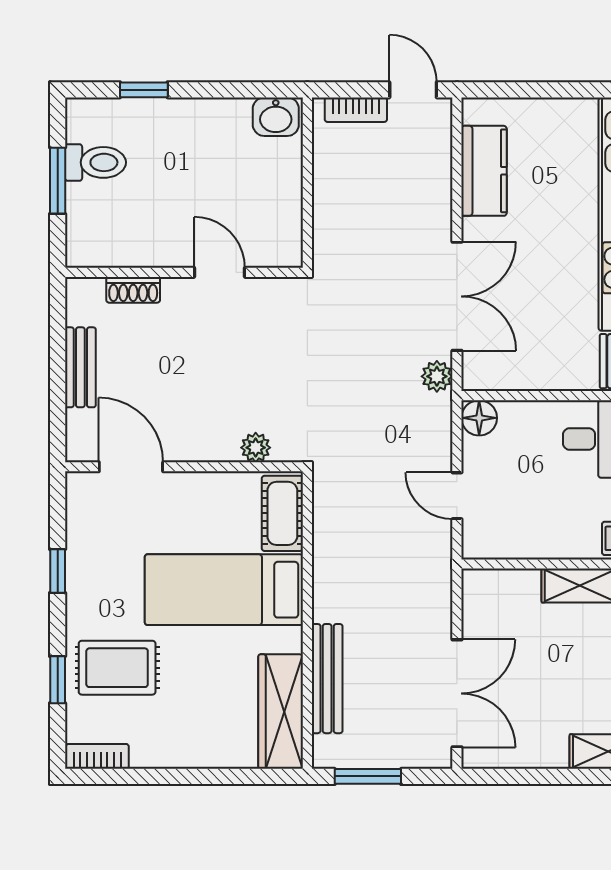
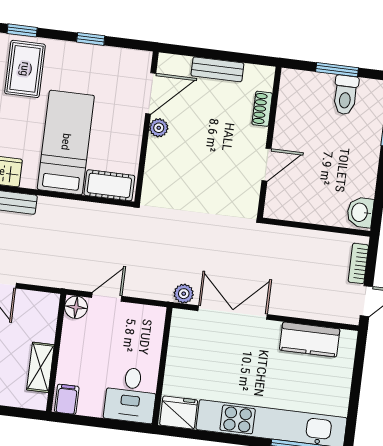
double door: (457, 296) -> (233, 313), swing flipped
floor lamp: (479, 418) -> (76, 307), moved
plant: (256, 448) -> (159, 128), moved

